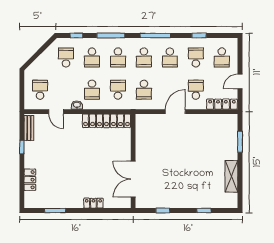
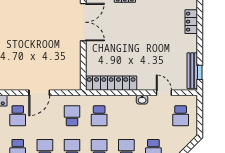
school desk: (92, 90) -> (126, 116), removed
bench: (29, 128) -> (192, 71), width x1.36
window: (22, 147) -> (200, 72), moved

